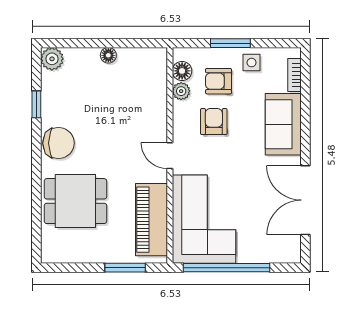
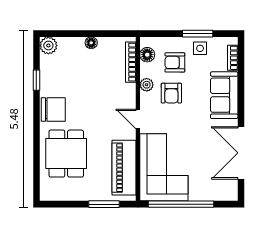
window: (230, 43) -> (198, 34), moved
bookcase: (160, 81) -> (131, 62), added
plant: (181, 91) -> (147, 85), moved
armchair: (214, 122) -> (171, 93), turned 180
dining table: (75, 201) -> (66, 154), turned 90

